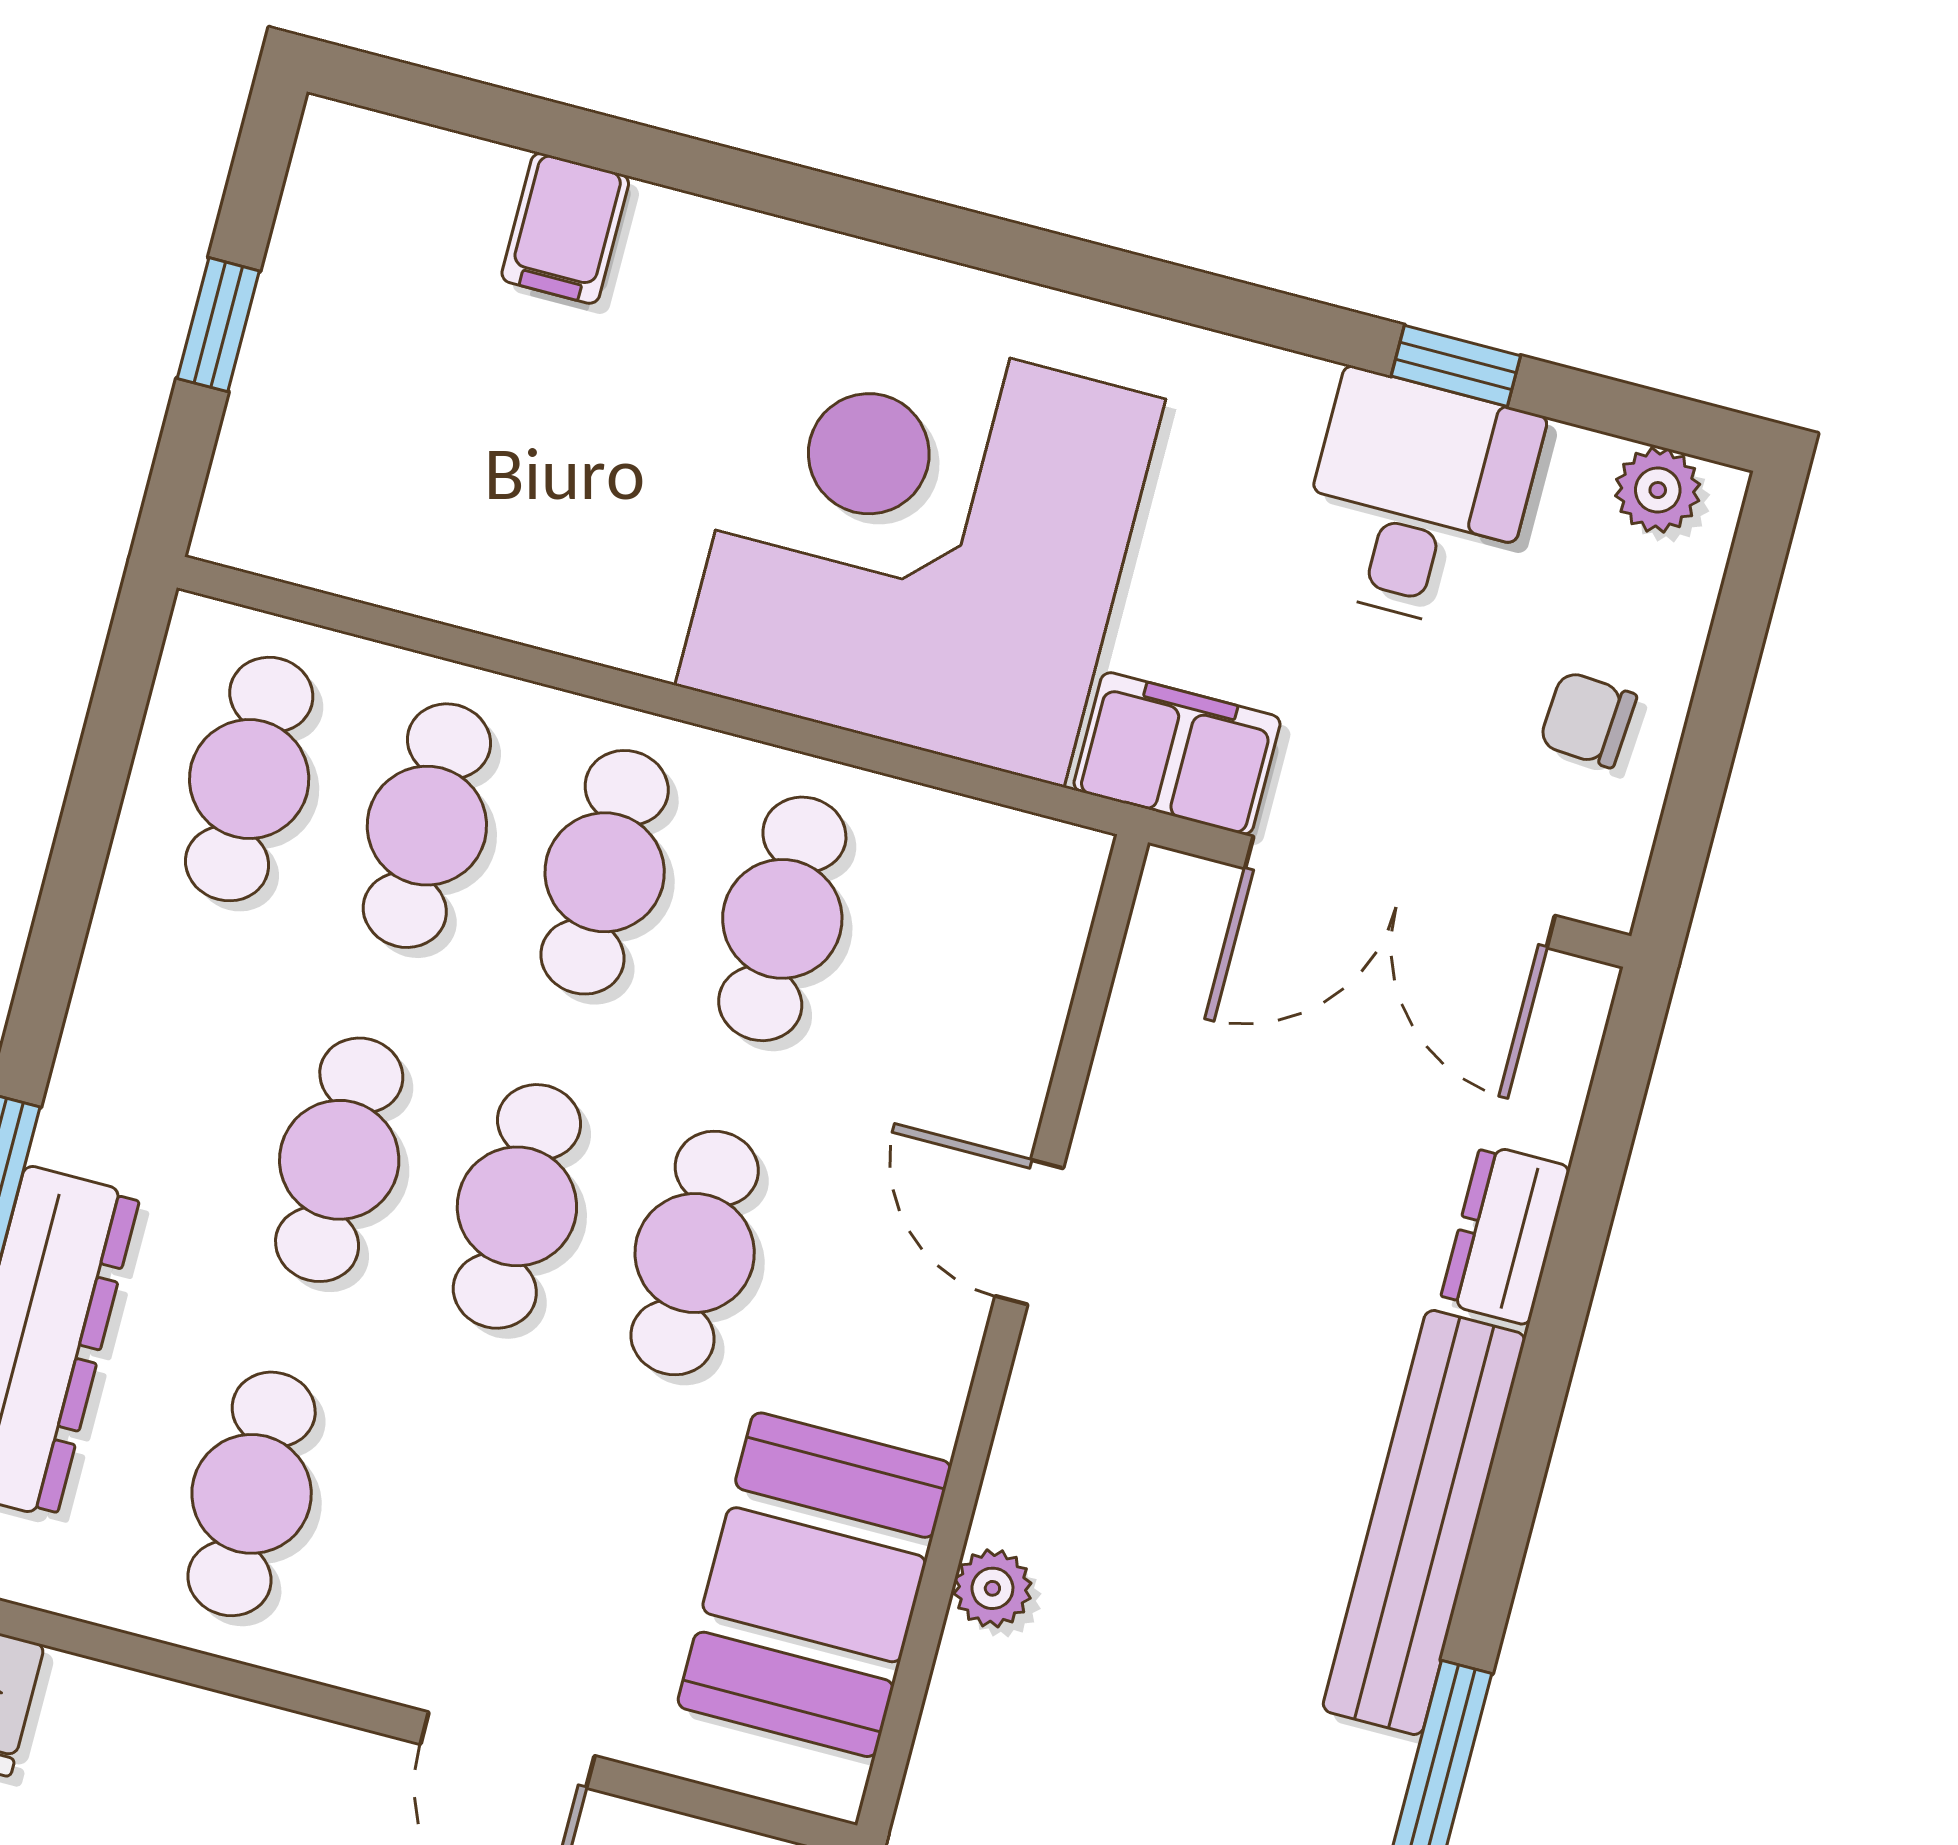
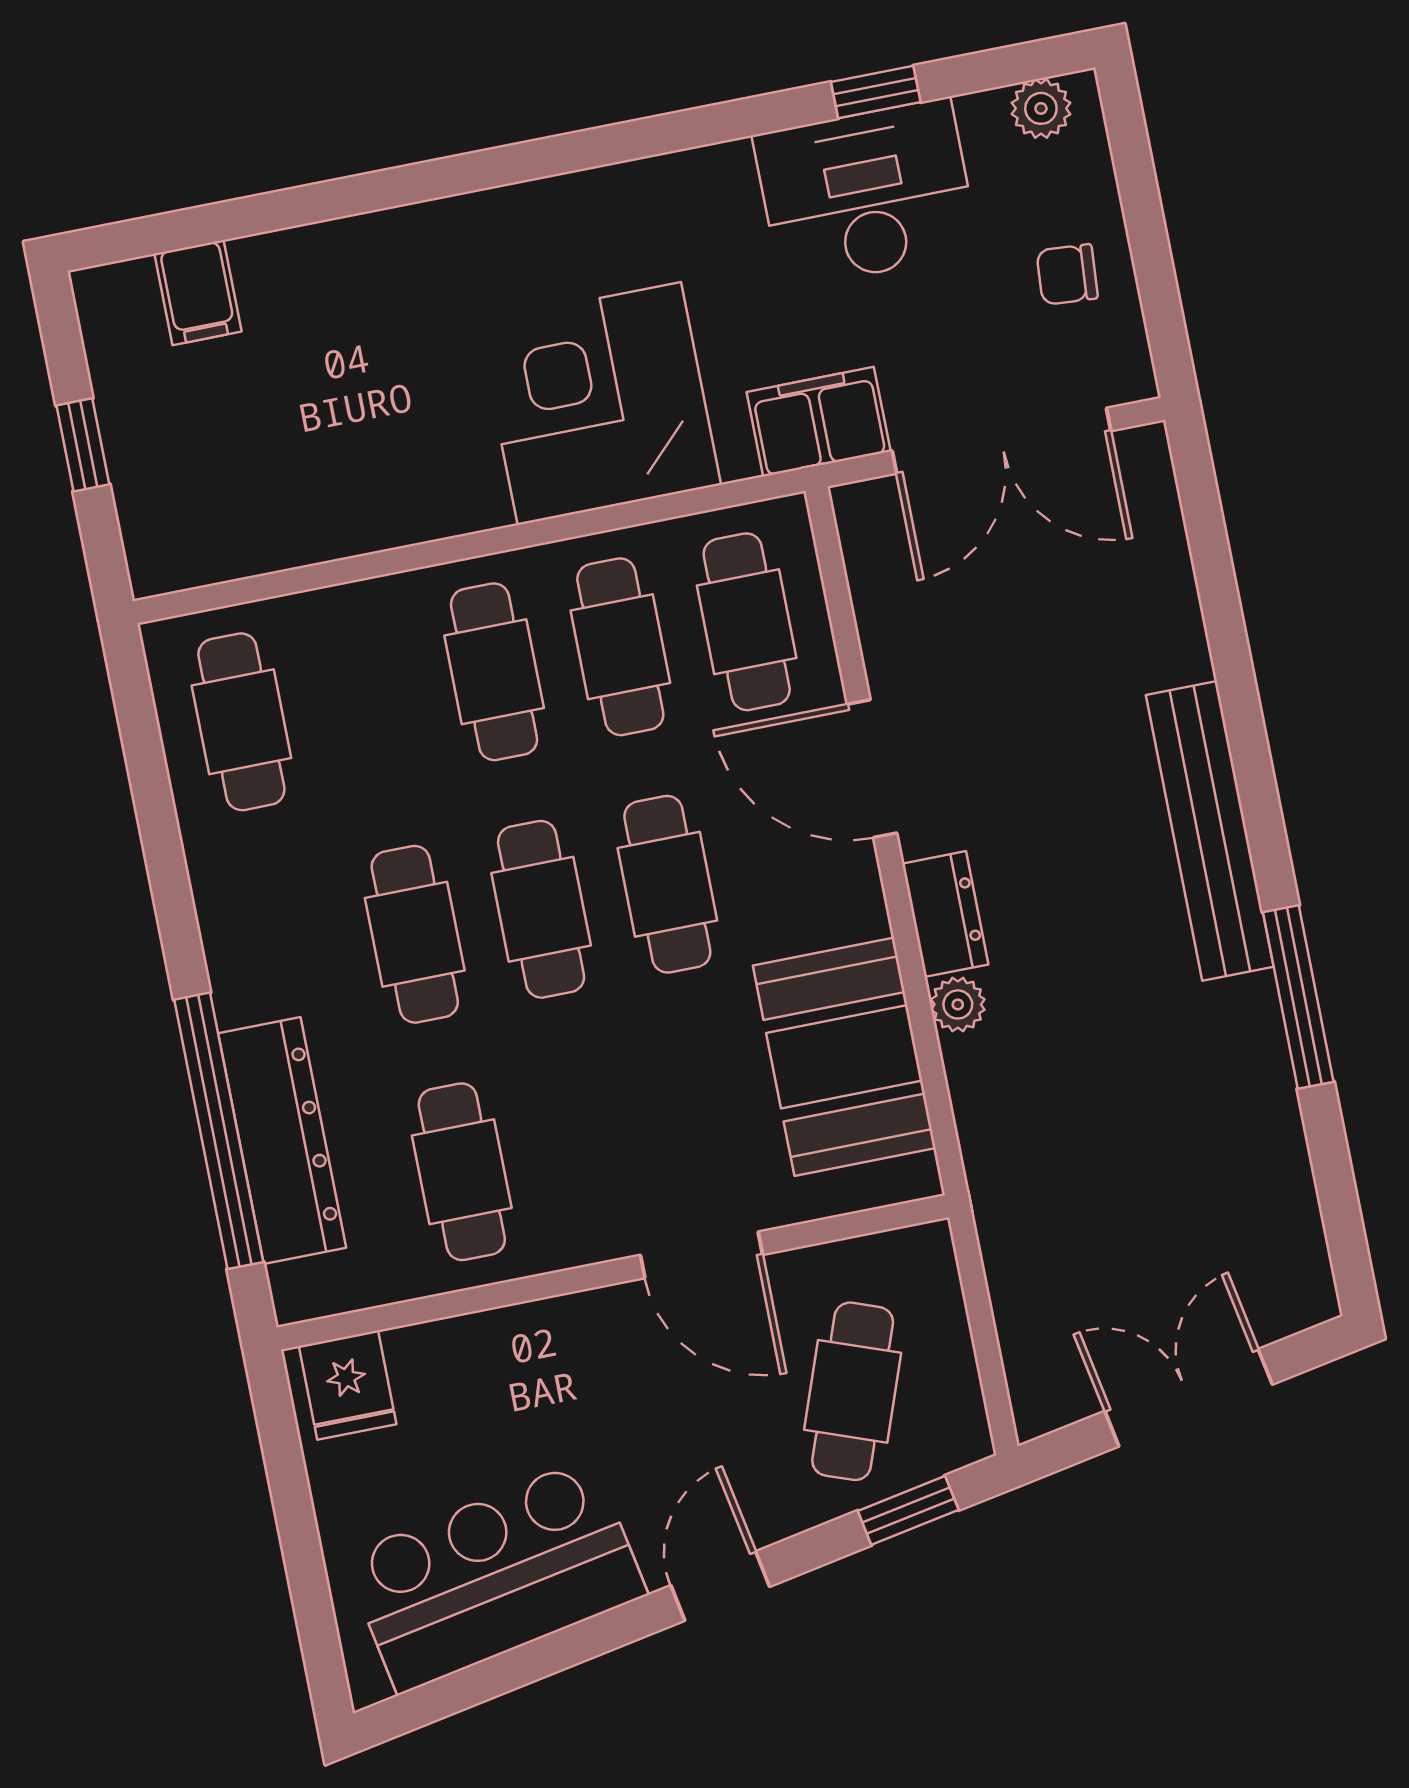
filing cabinet: (565, 228) -> (198, 293), moved
desk: (1418, 500) -> (866, 194), width x1.37
corner desk: (920, 542) -> (599, 404), width x0.74, depth x0.74
cafe table: (427, 826) -> (747, 622), moved
door: (1029, 1232) -> (872, 769), width x1.38
dresser: (1505, 1235) -> (945, 914), moved, turned 180

